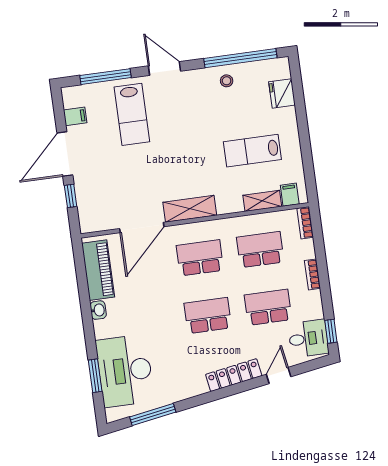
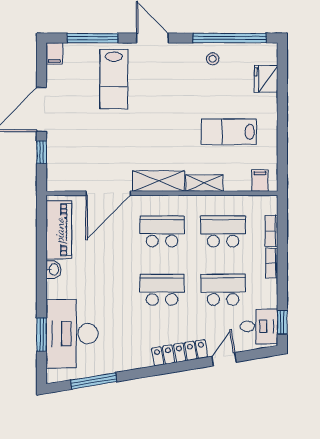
filing cabinet: (75, 116) -> (54, 53), moved, turned 90
shelving: (262, 201) -> (204, 183), moved
bookcase: (305, 223) -> (271, 231), moved

